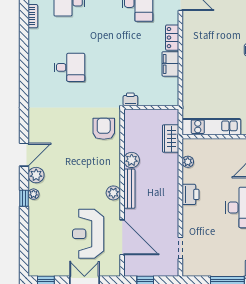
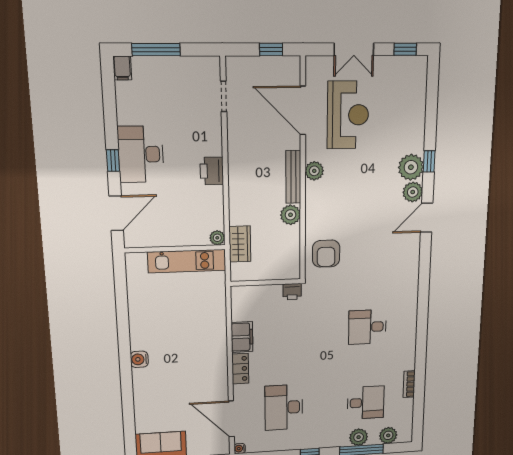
plant: (188, 162) -> (217, 238), moved
plant: (34, 194) -> (411, 167), width x1.88, depth x1.88

